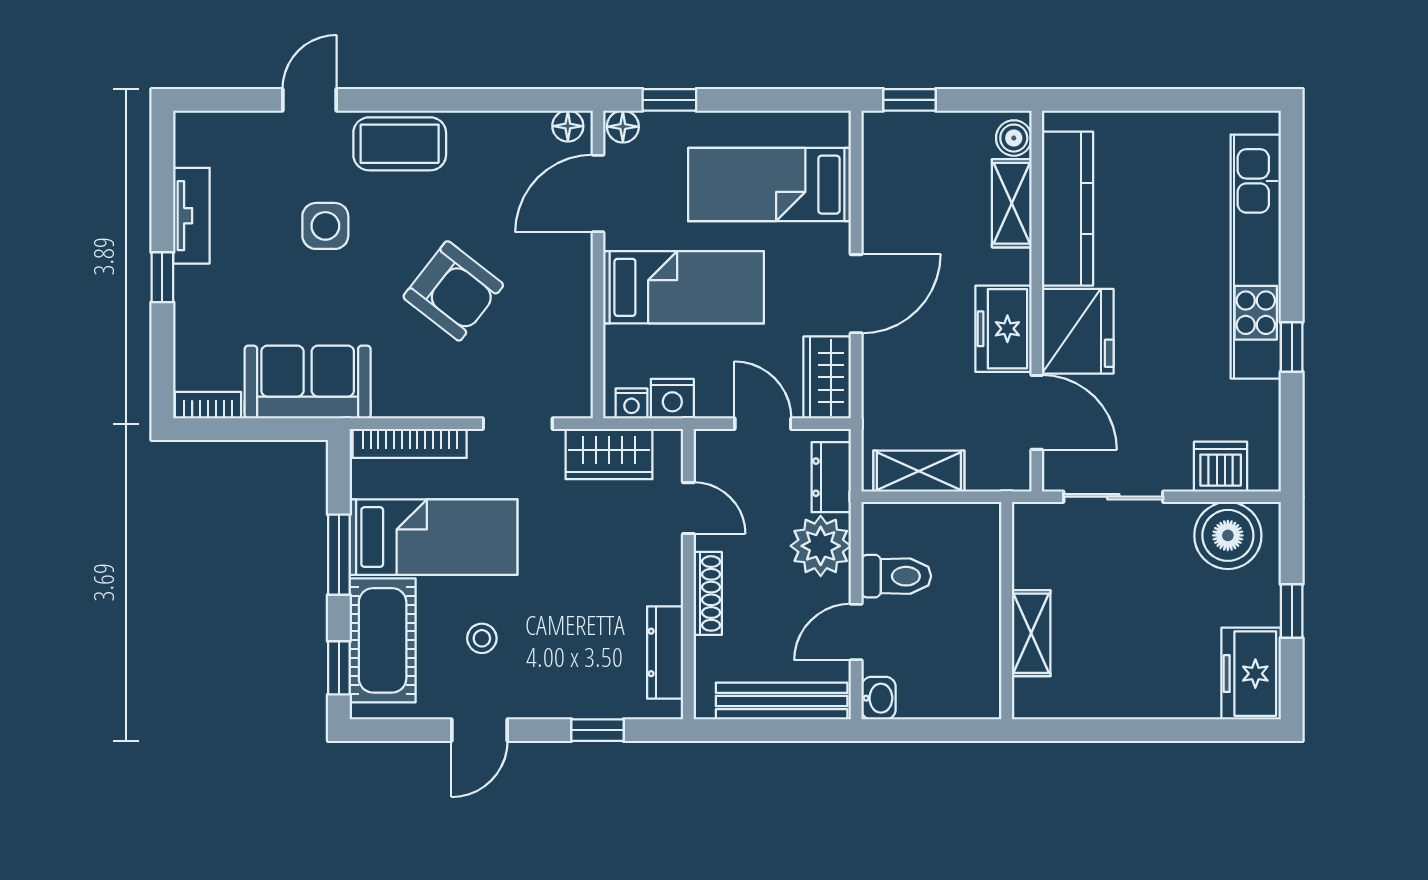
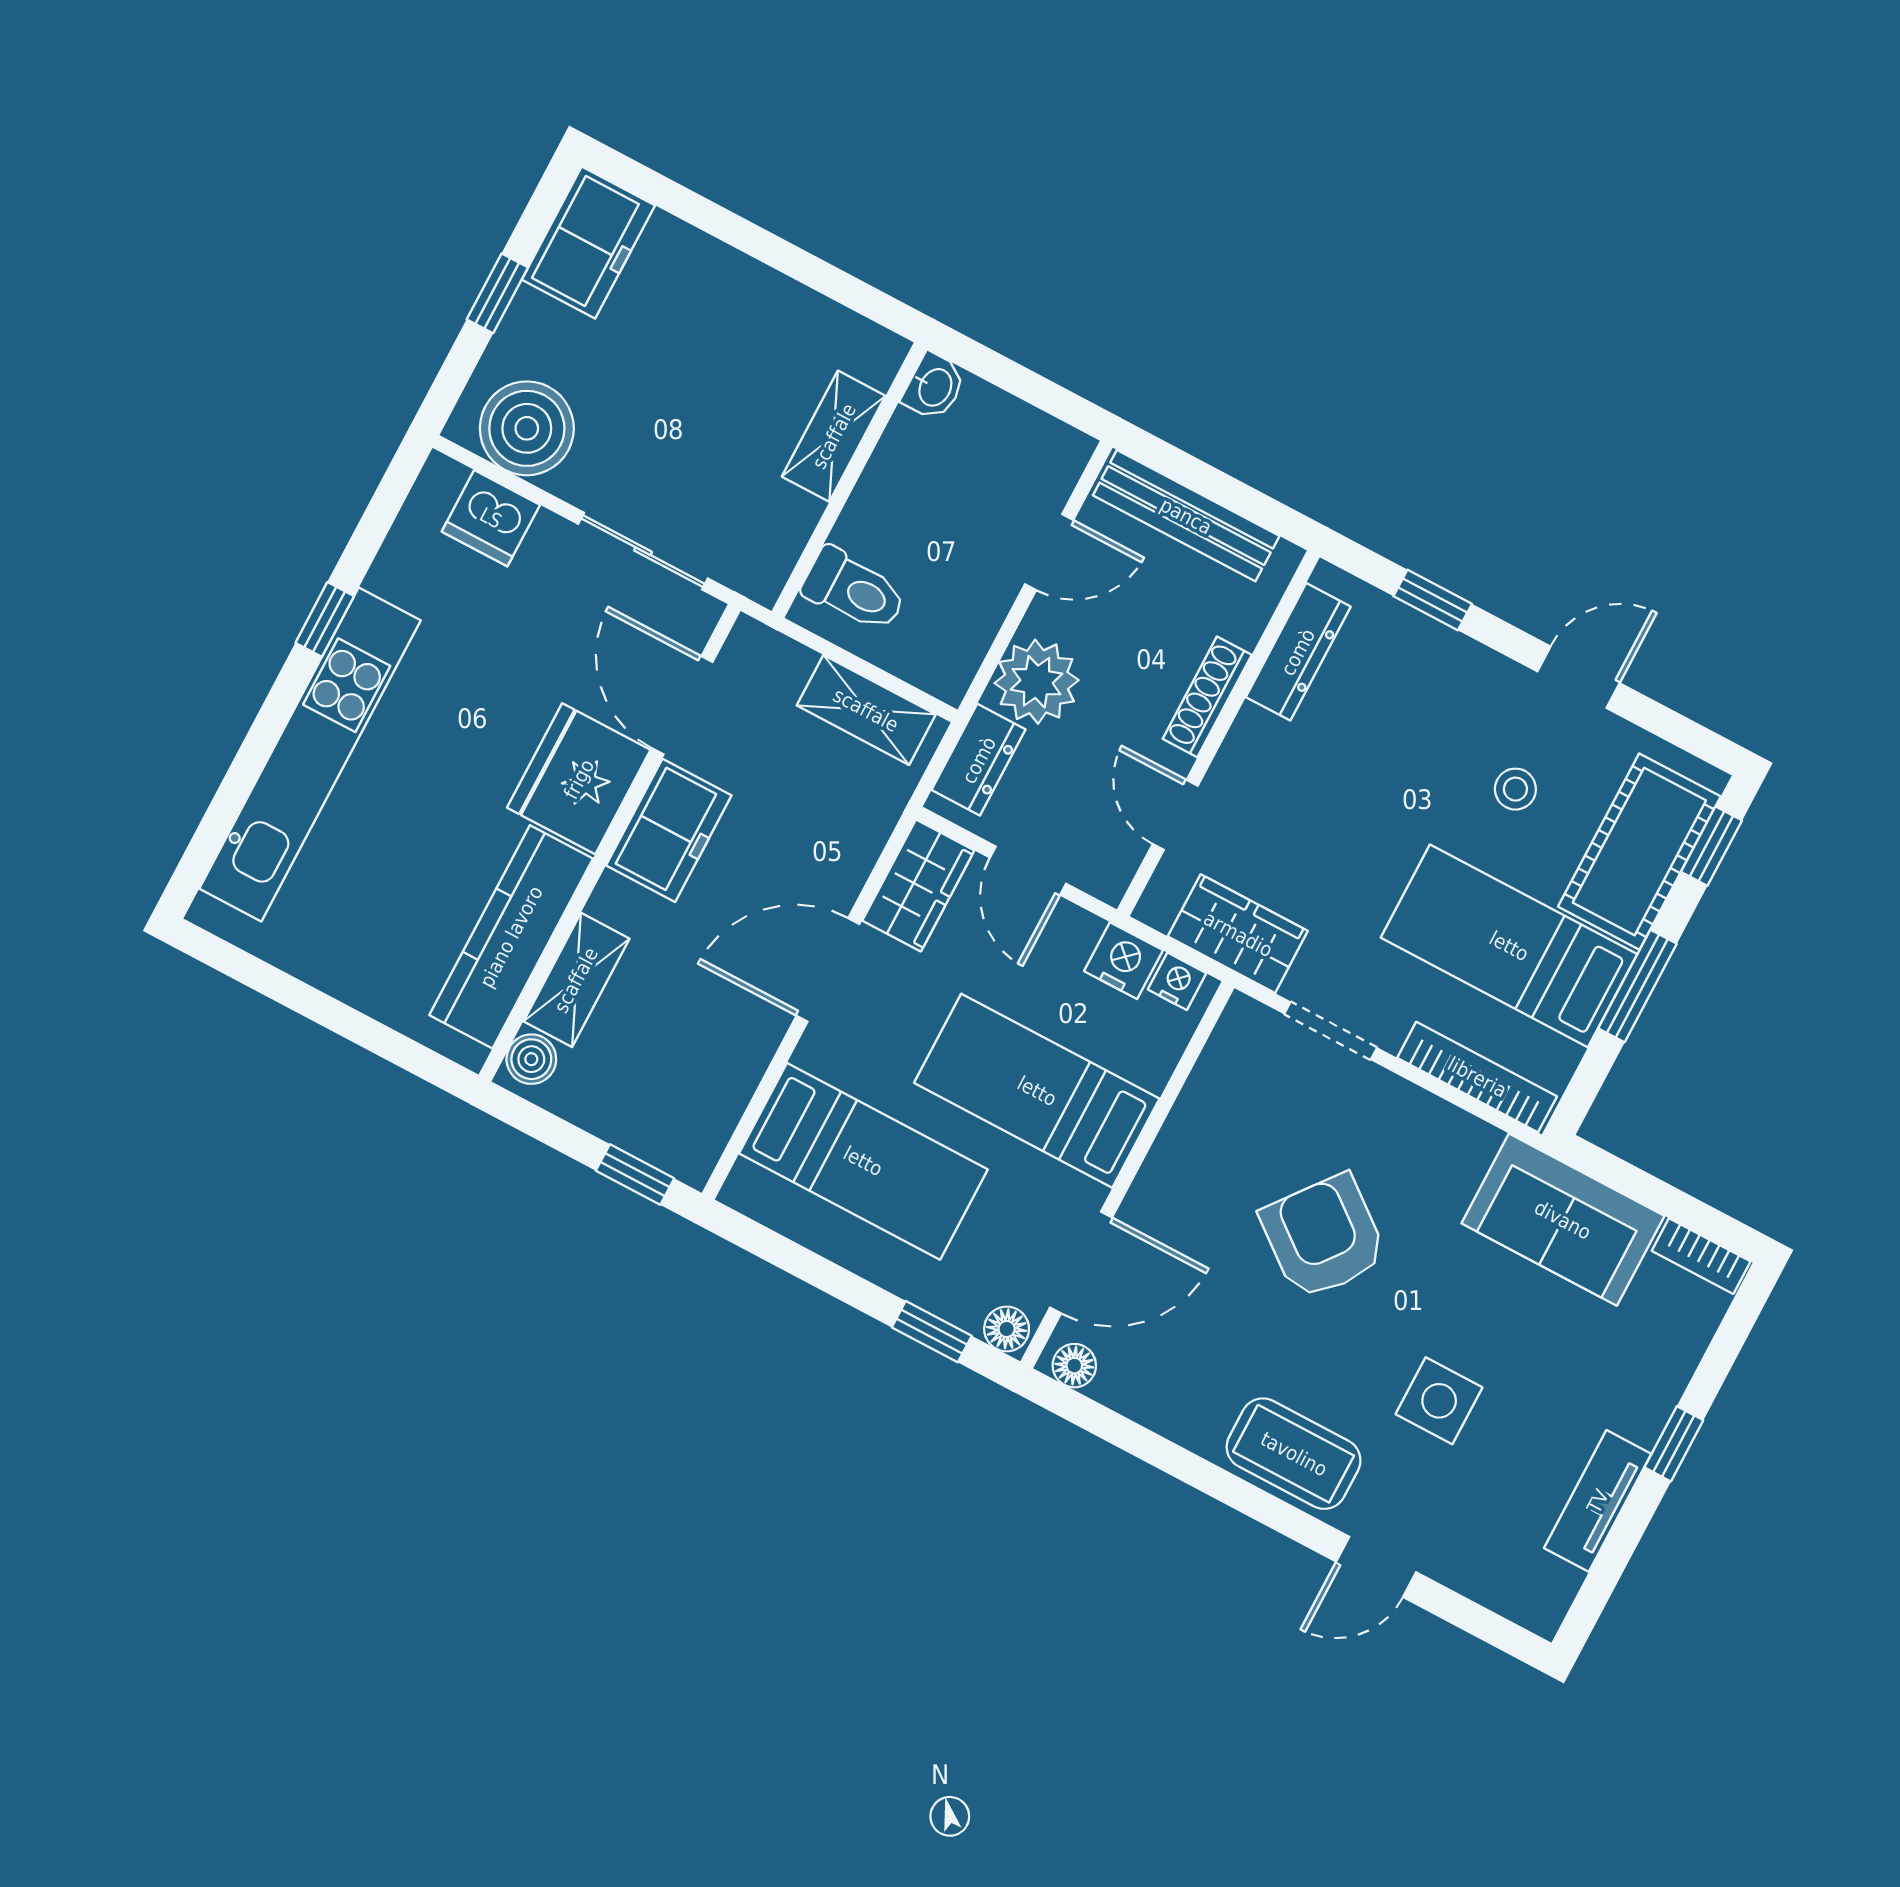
toilet: (896, 576) -> (854, 590), moved, turned 180
washbasin: (878, 698) -> (934, 387), moved, turned 180

